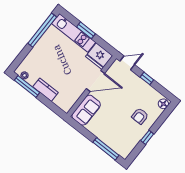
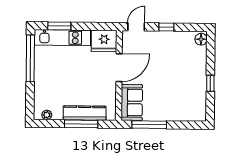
window: (86, 30) -> (59, 26), moved
window: (27, 86) -> (81, 124), moved
kitchen counter: (45, 90) -> (85, 113), width x1.50
armchair: (140, 116) -> (188, 68), removed
window: (106, 149) -> (149, 125), moved

